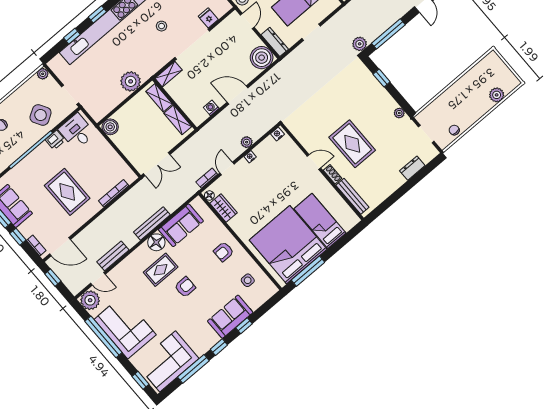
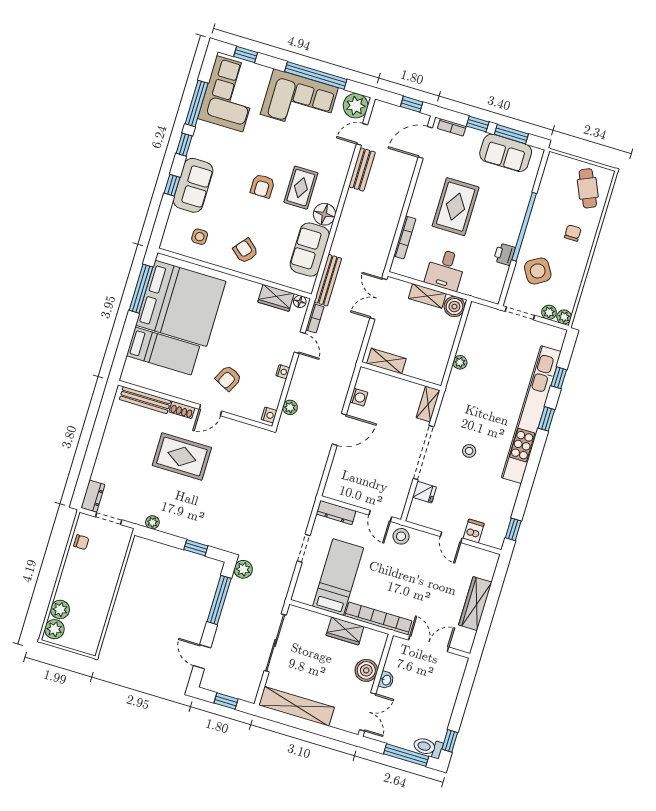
boiler: (262, 58) -> (339, 486), removed
plant: (131, 81) -> (460, 362), width x0.53, depth x0.53
plant: (51, 83) -> (549, 312), added
plant: (509, 84) -> (54, 629), added
shelving: (159, 98) -> (427, 296), moved
desk: (77, 131) -> (445, 270), moved, turned 90
plant: (247, 142) -> (290, 407), moved
dresser: (412, 168) -> (93, 496), moved
armchair: (289, 175) -> (228, 378), added
rug: (67, 192) -> (456, 207), turned 90
bench: (152, 223) -> (328, 280), moved
armchair: (224, 252) -> (245, 251), turned -50

